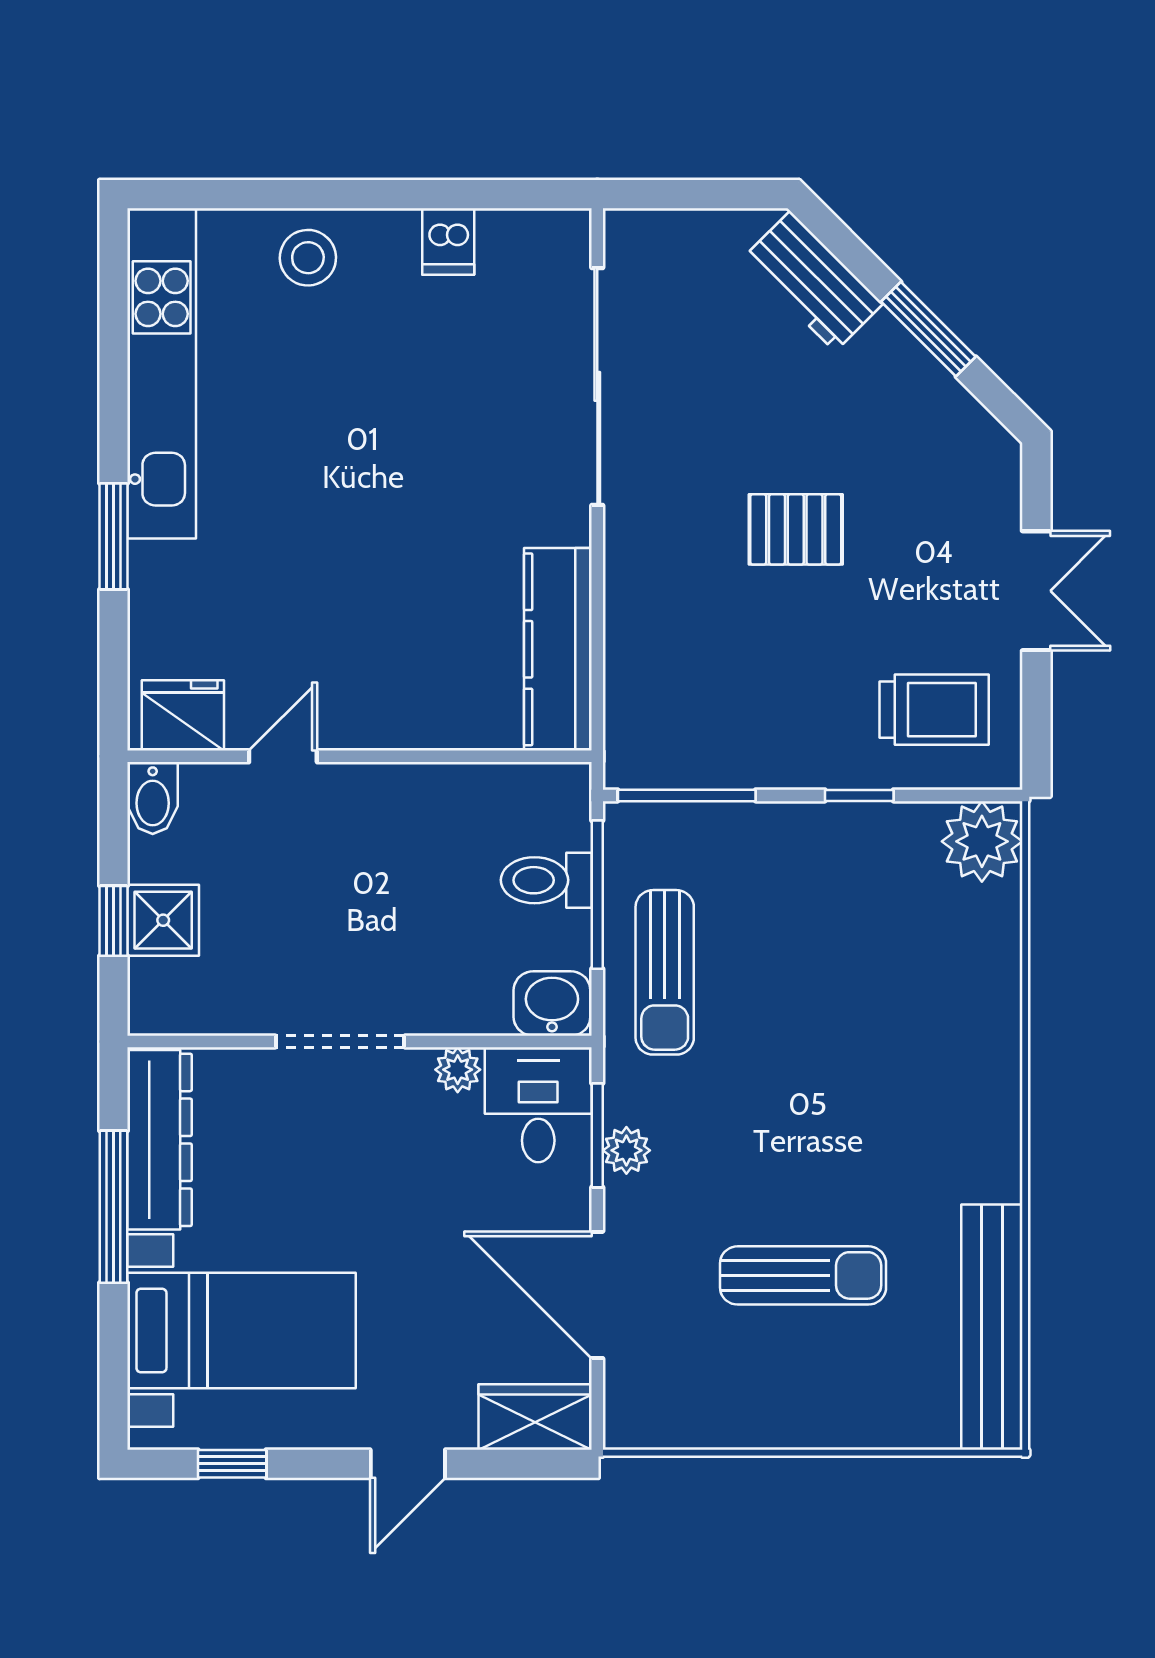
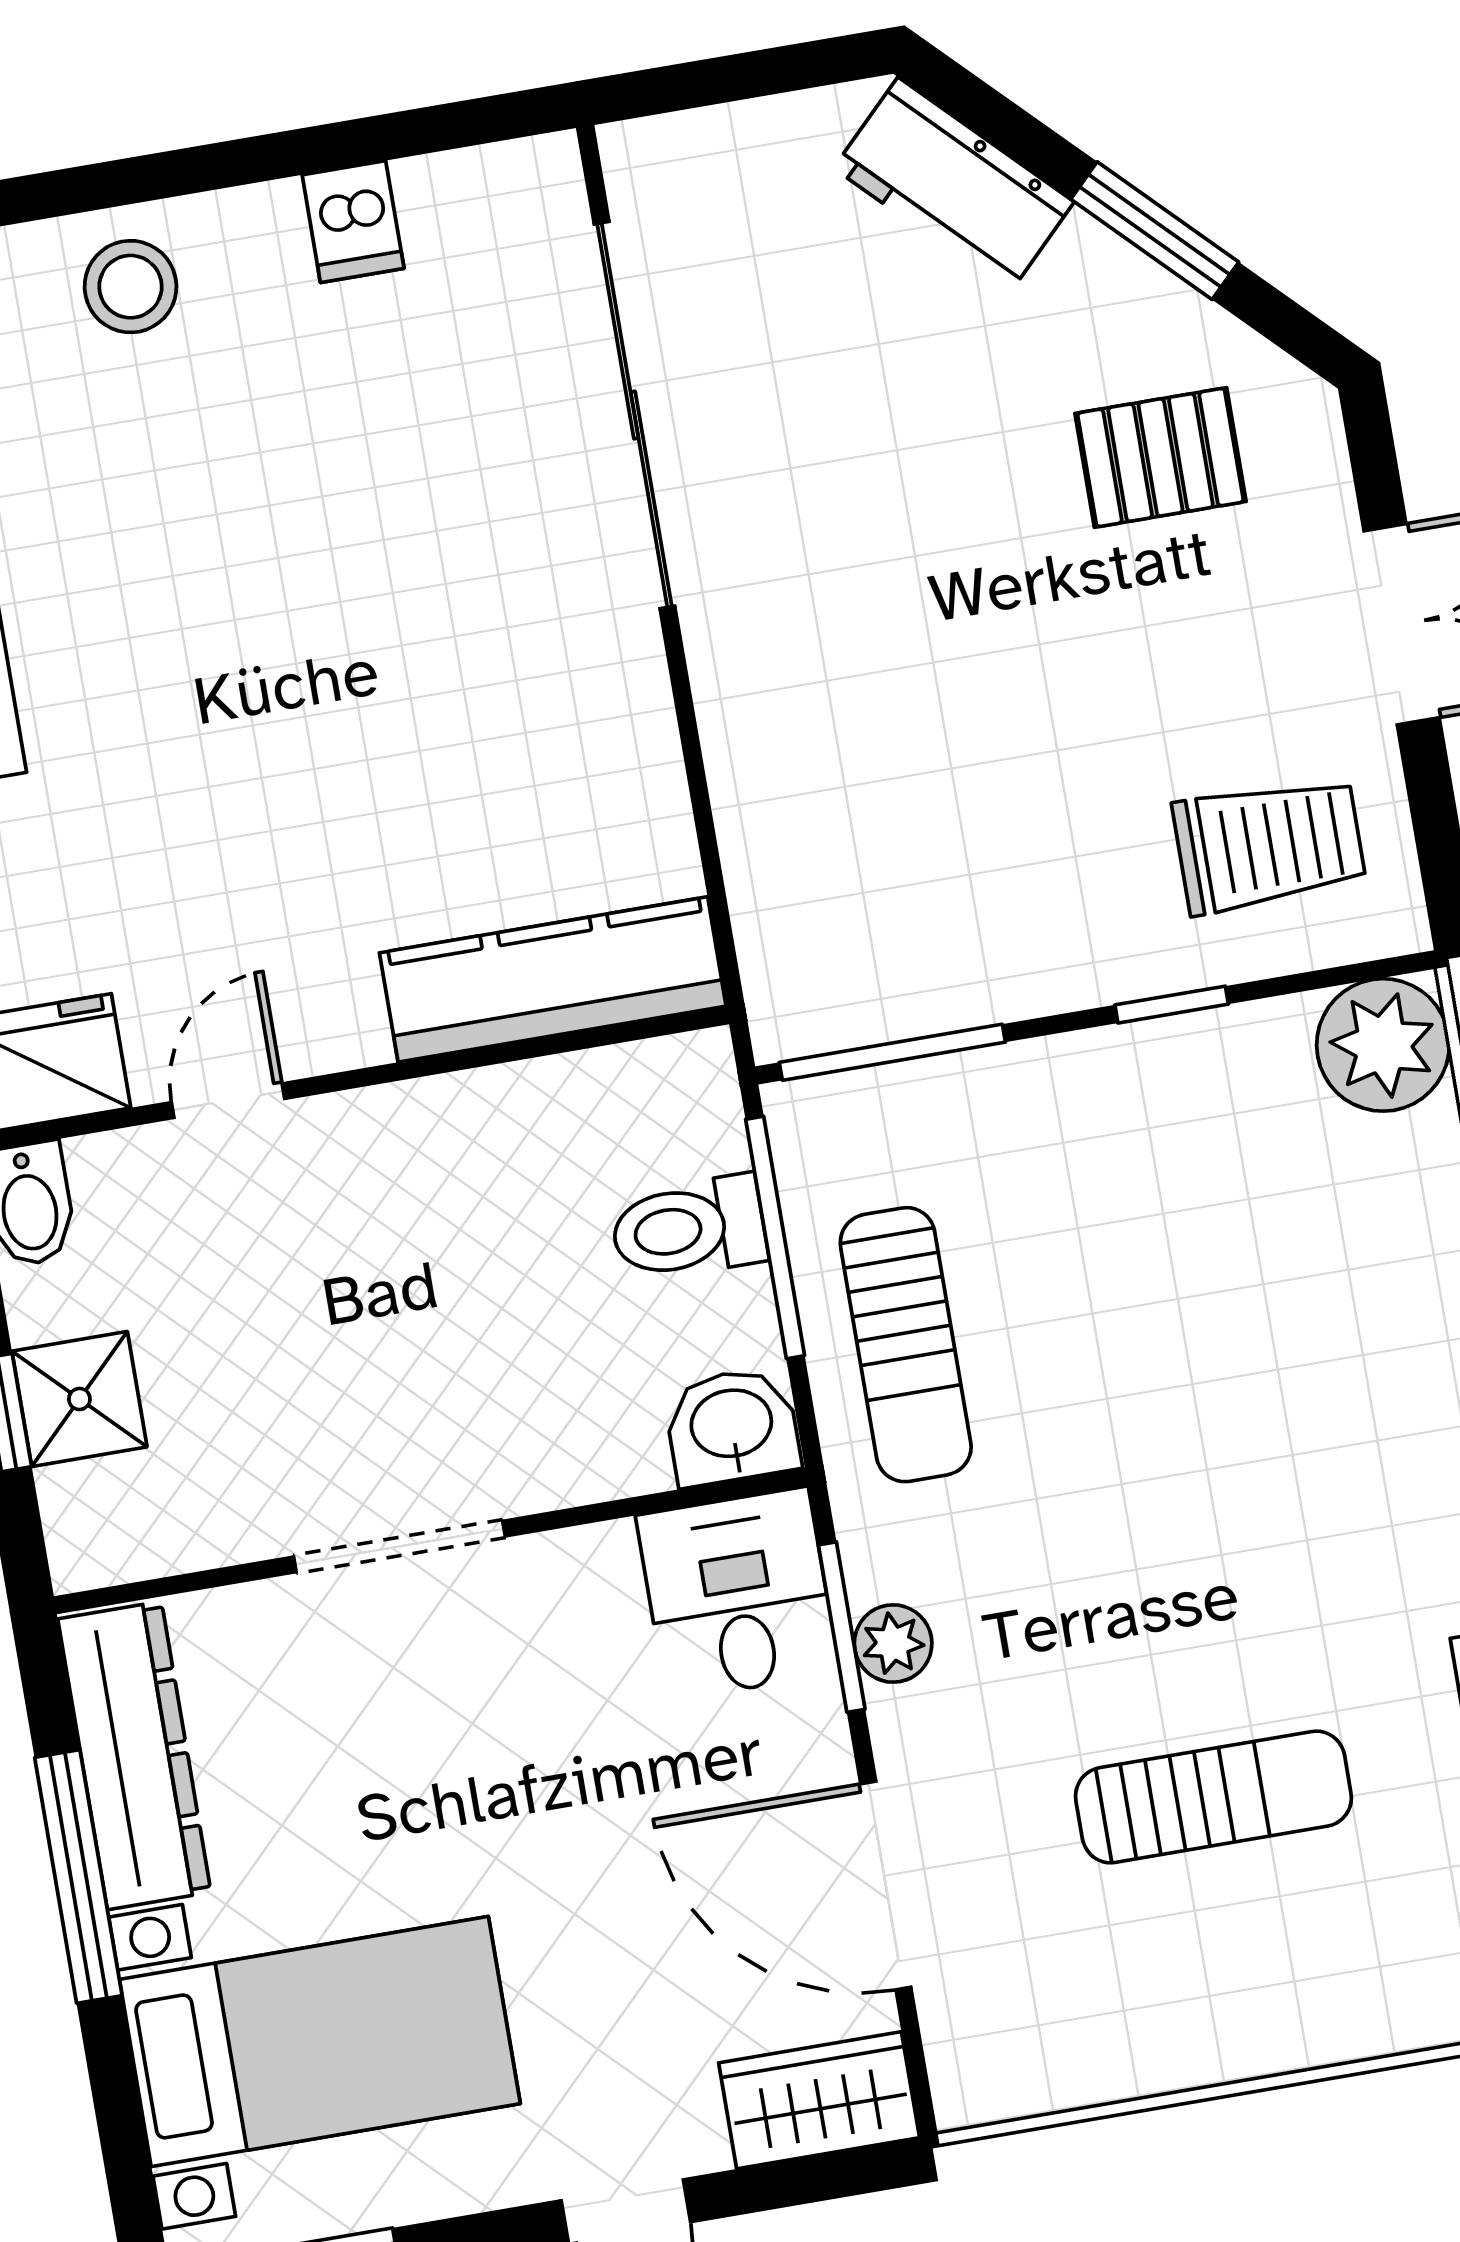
pallet: (796, 529) -> (1161, 457), moved
kitchen counter: (558, 649) -> (553, 979), moved, turned 90
plant: (458, 1070) -> (598, 1560), removed

